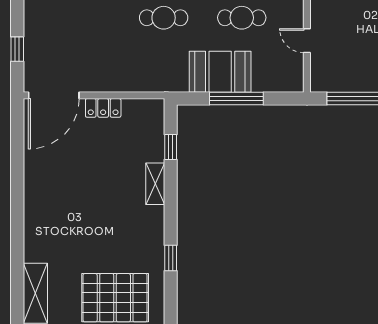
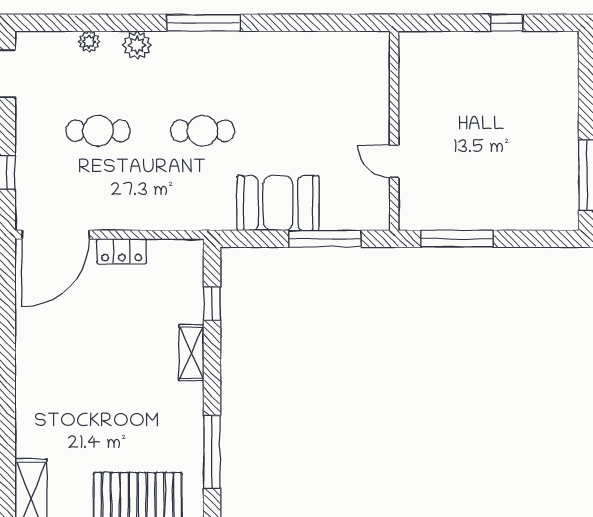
cafe table: (242, 18) -> (98, 131), moved
window: (236, 98) -> (325, 239), moved
window: (171, 258) -> (212, 452), width x2.17

